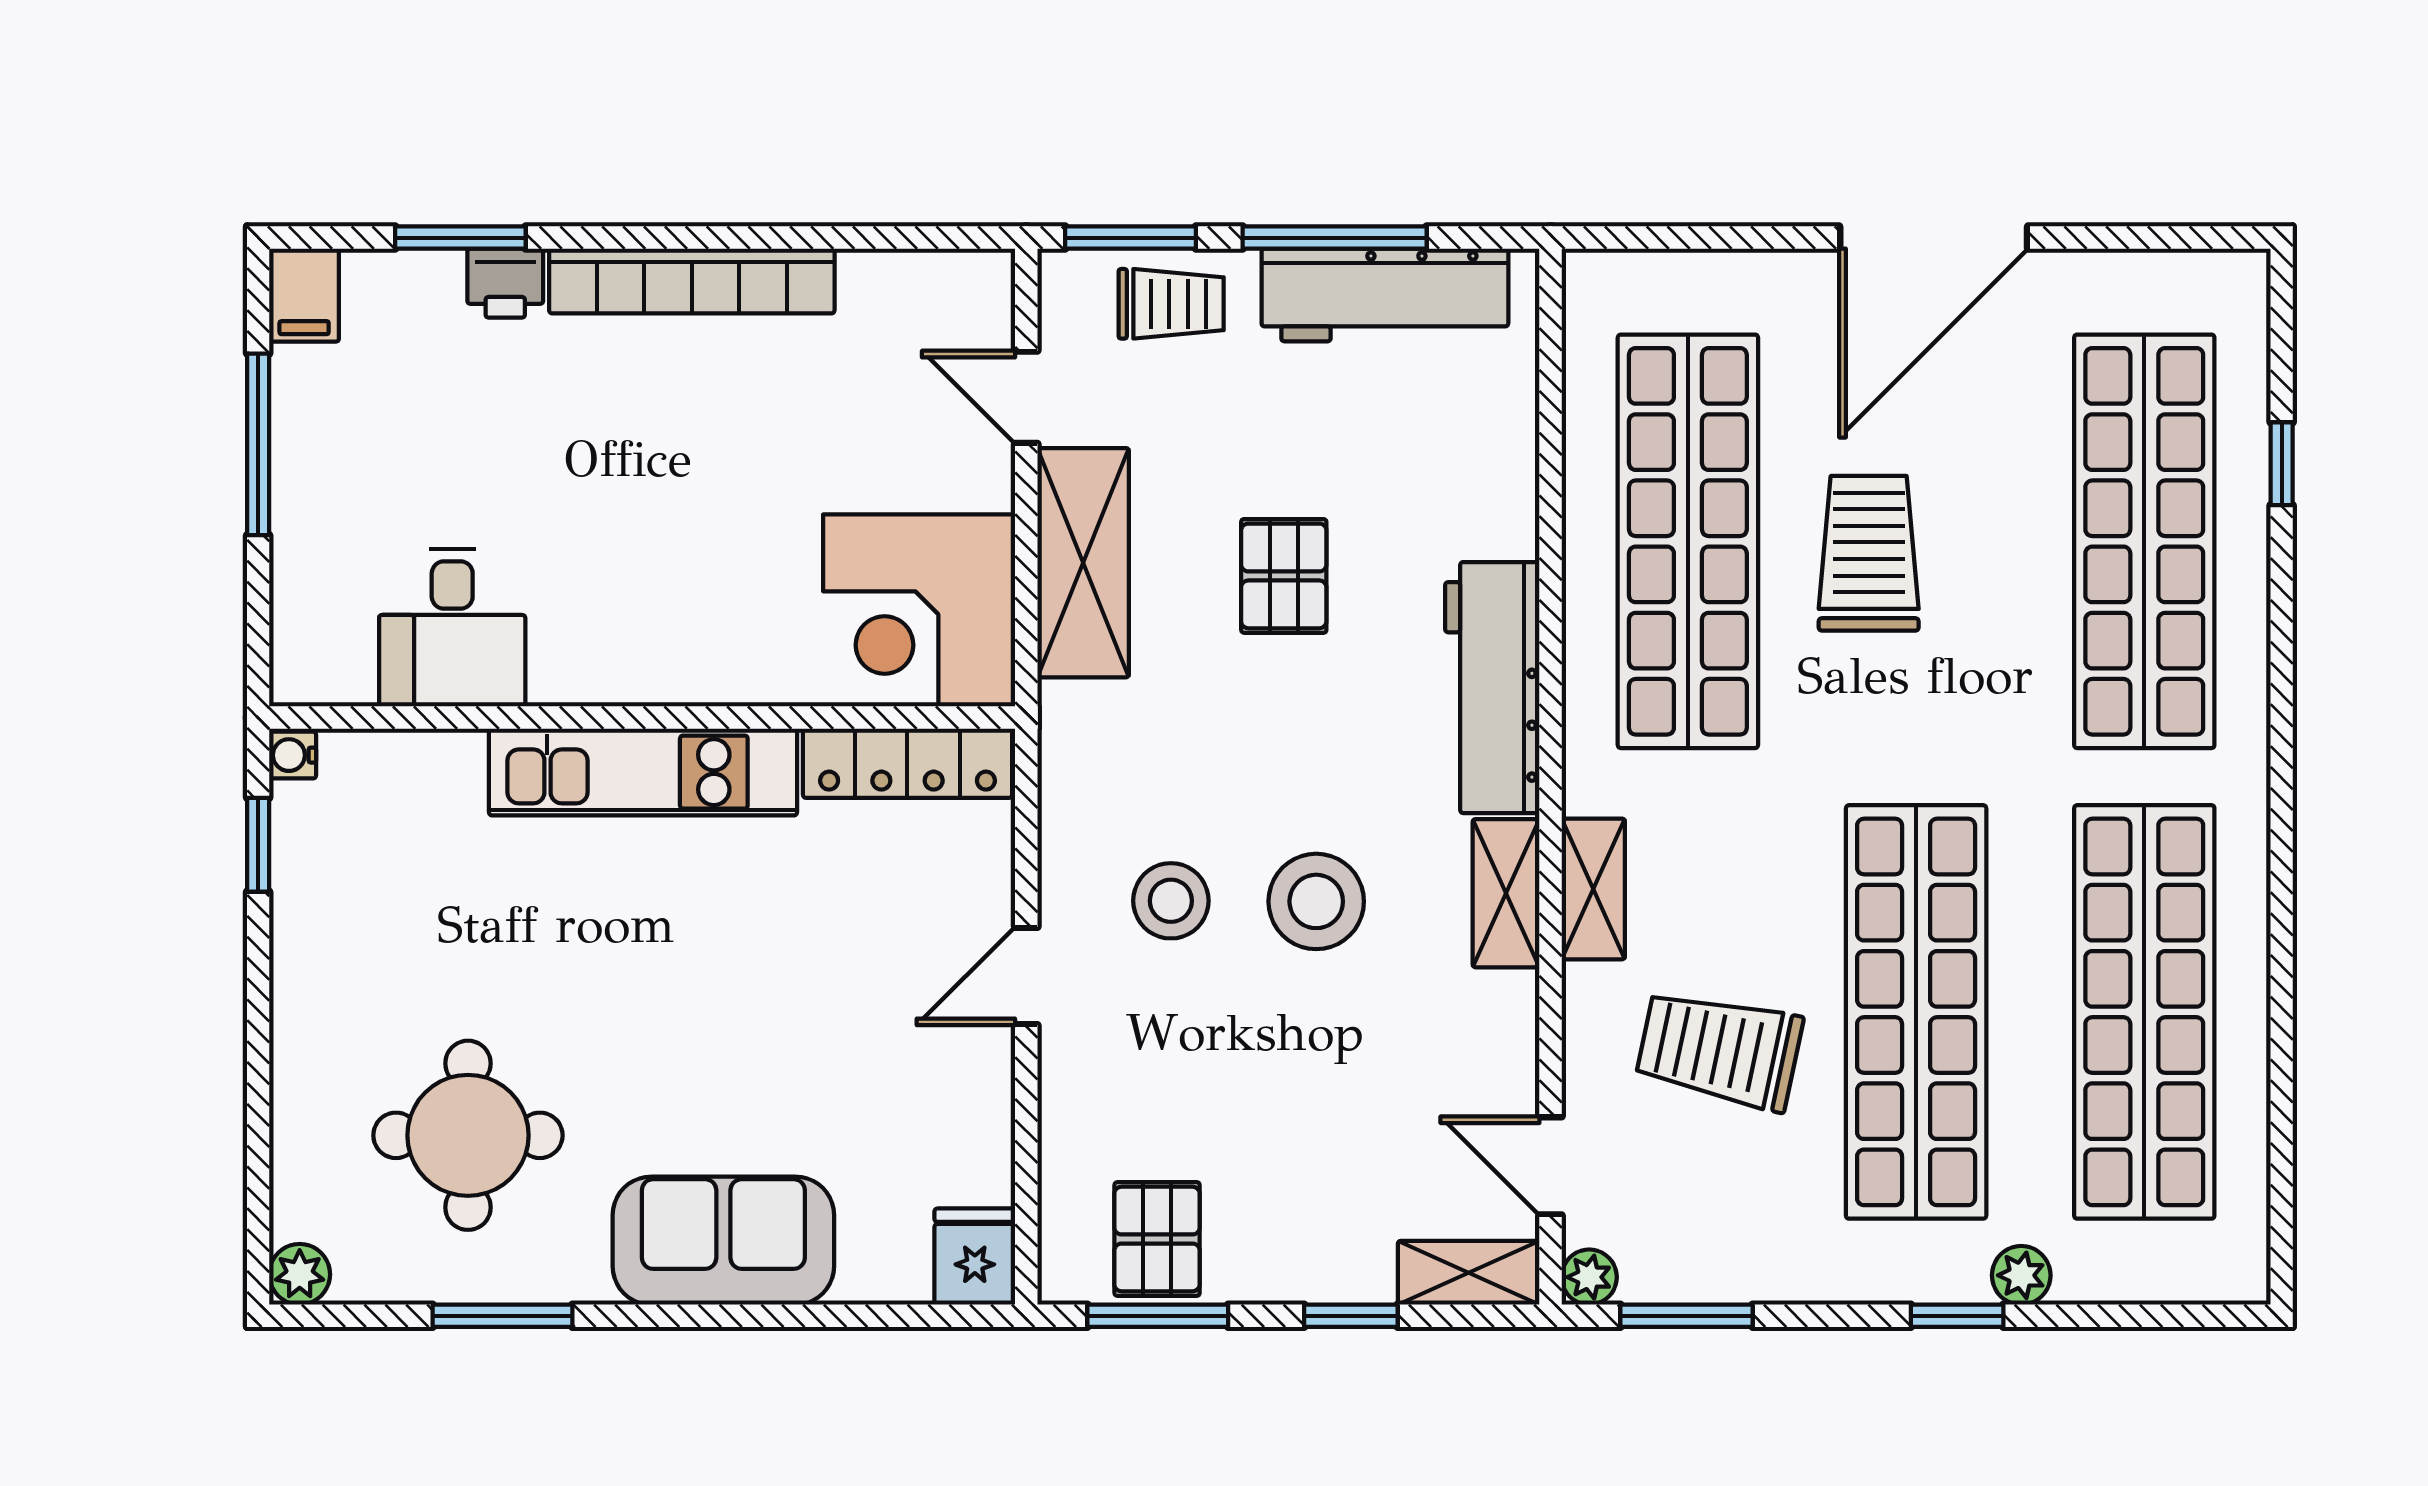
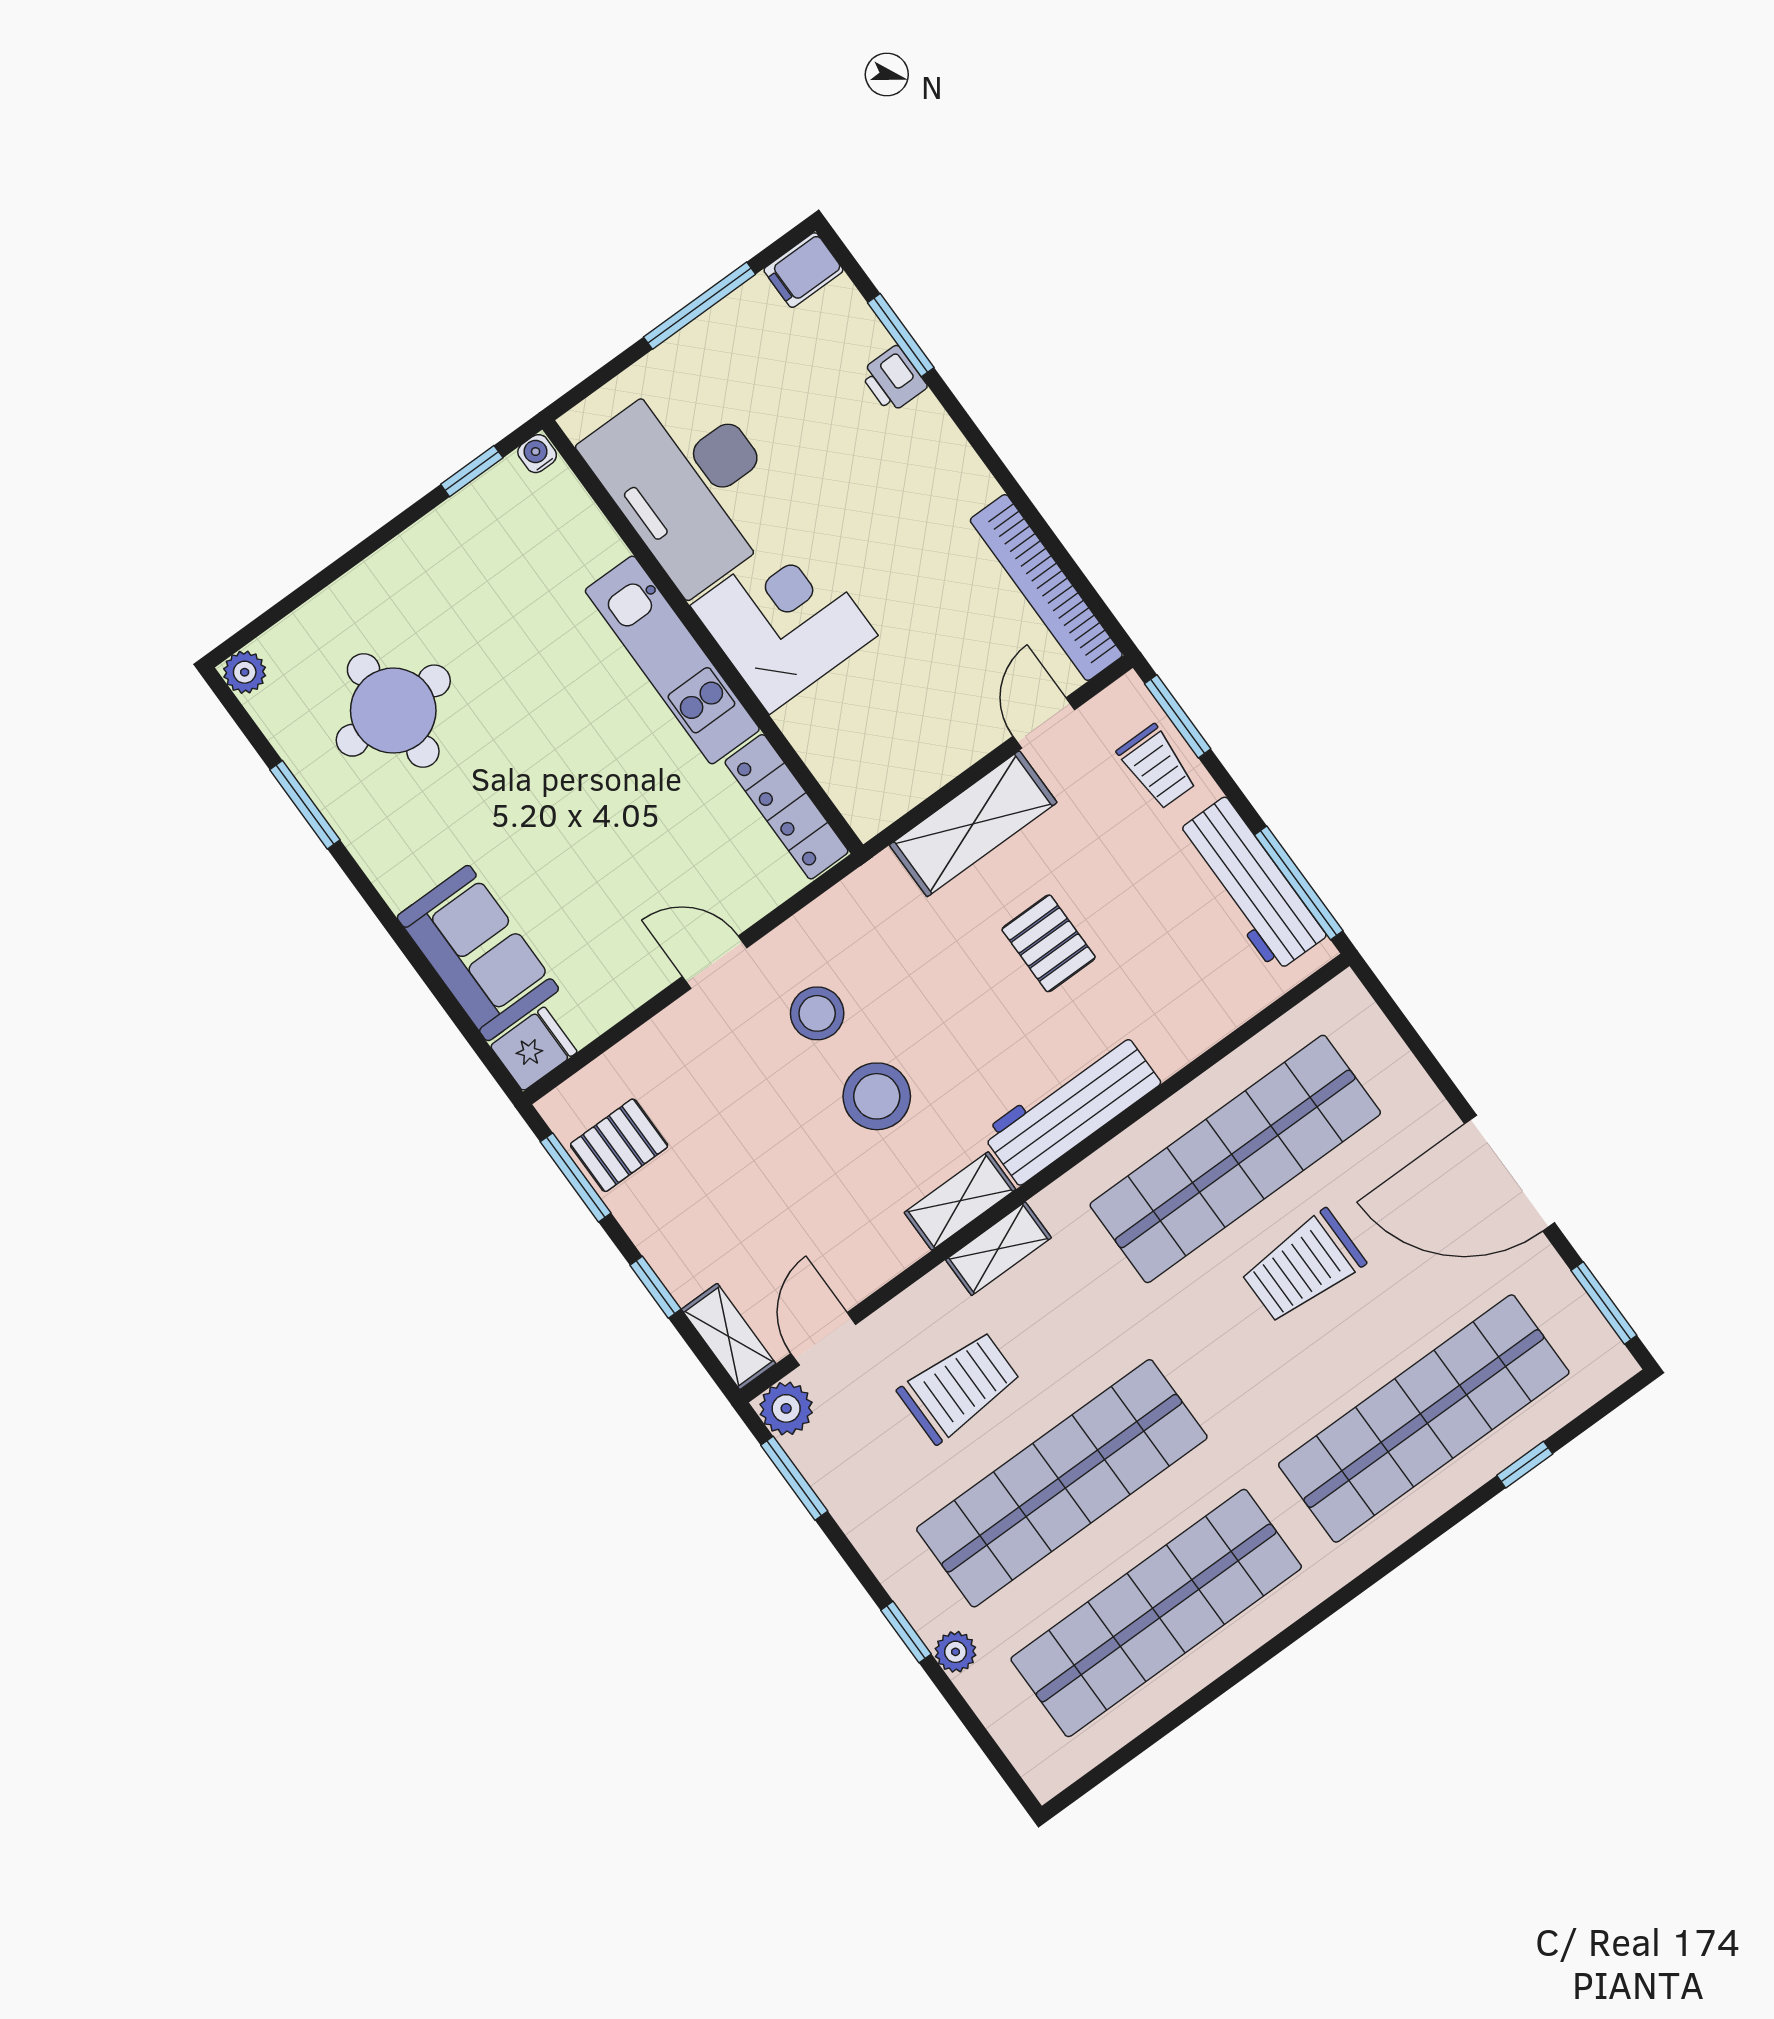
window: (1335, 238) -> (1299, 883), moved
window: (2162, 238) -> (1604, 1303), added
bookcase: (692, 281) -> (1046, 588), moved
trolley: (1869, 553) -> (1303, 1267), turned 180
pallet: (1284, 576) -> (1049, 943), turned 90
corner desk: (919, 610) -> (784, 621), moved, turned 90
desk: (452, 628) -> (689, 482), width x1.87, depth x1.30
trolley: (1719, 1050) -> (959, 1387), turned 78
sofa: (723, 1241) -> (478, 953), moved
plant: (1589, 1277) -> (786, 1408), width x1.38, depth x1.38

